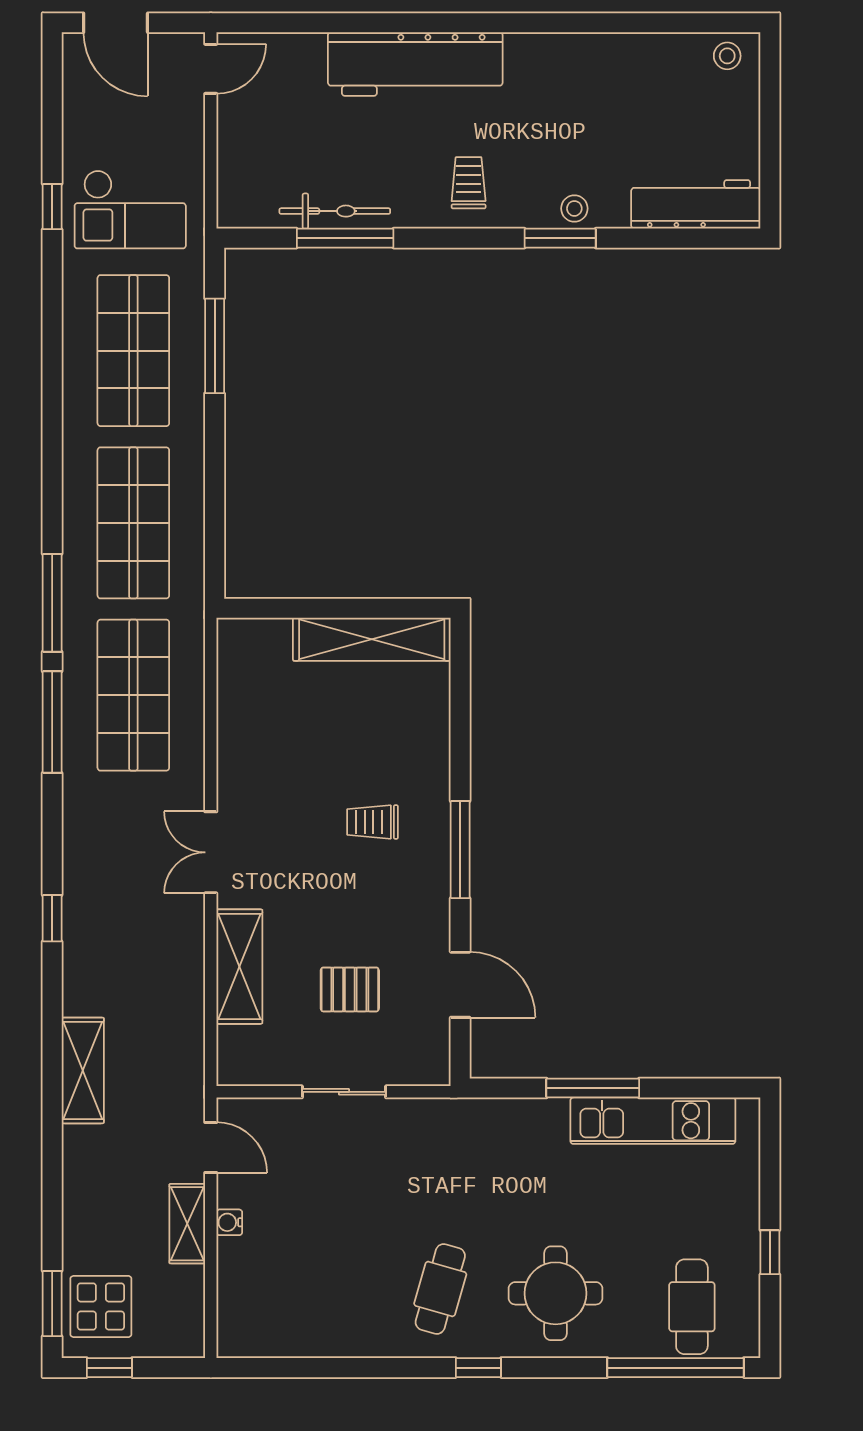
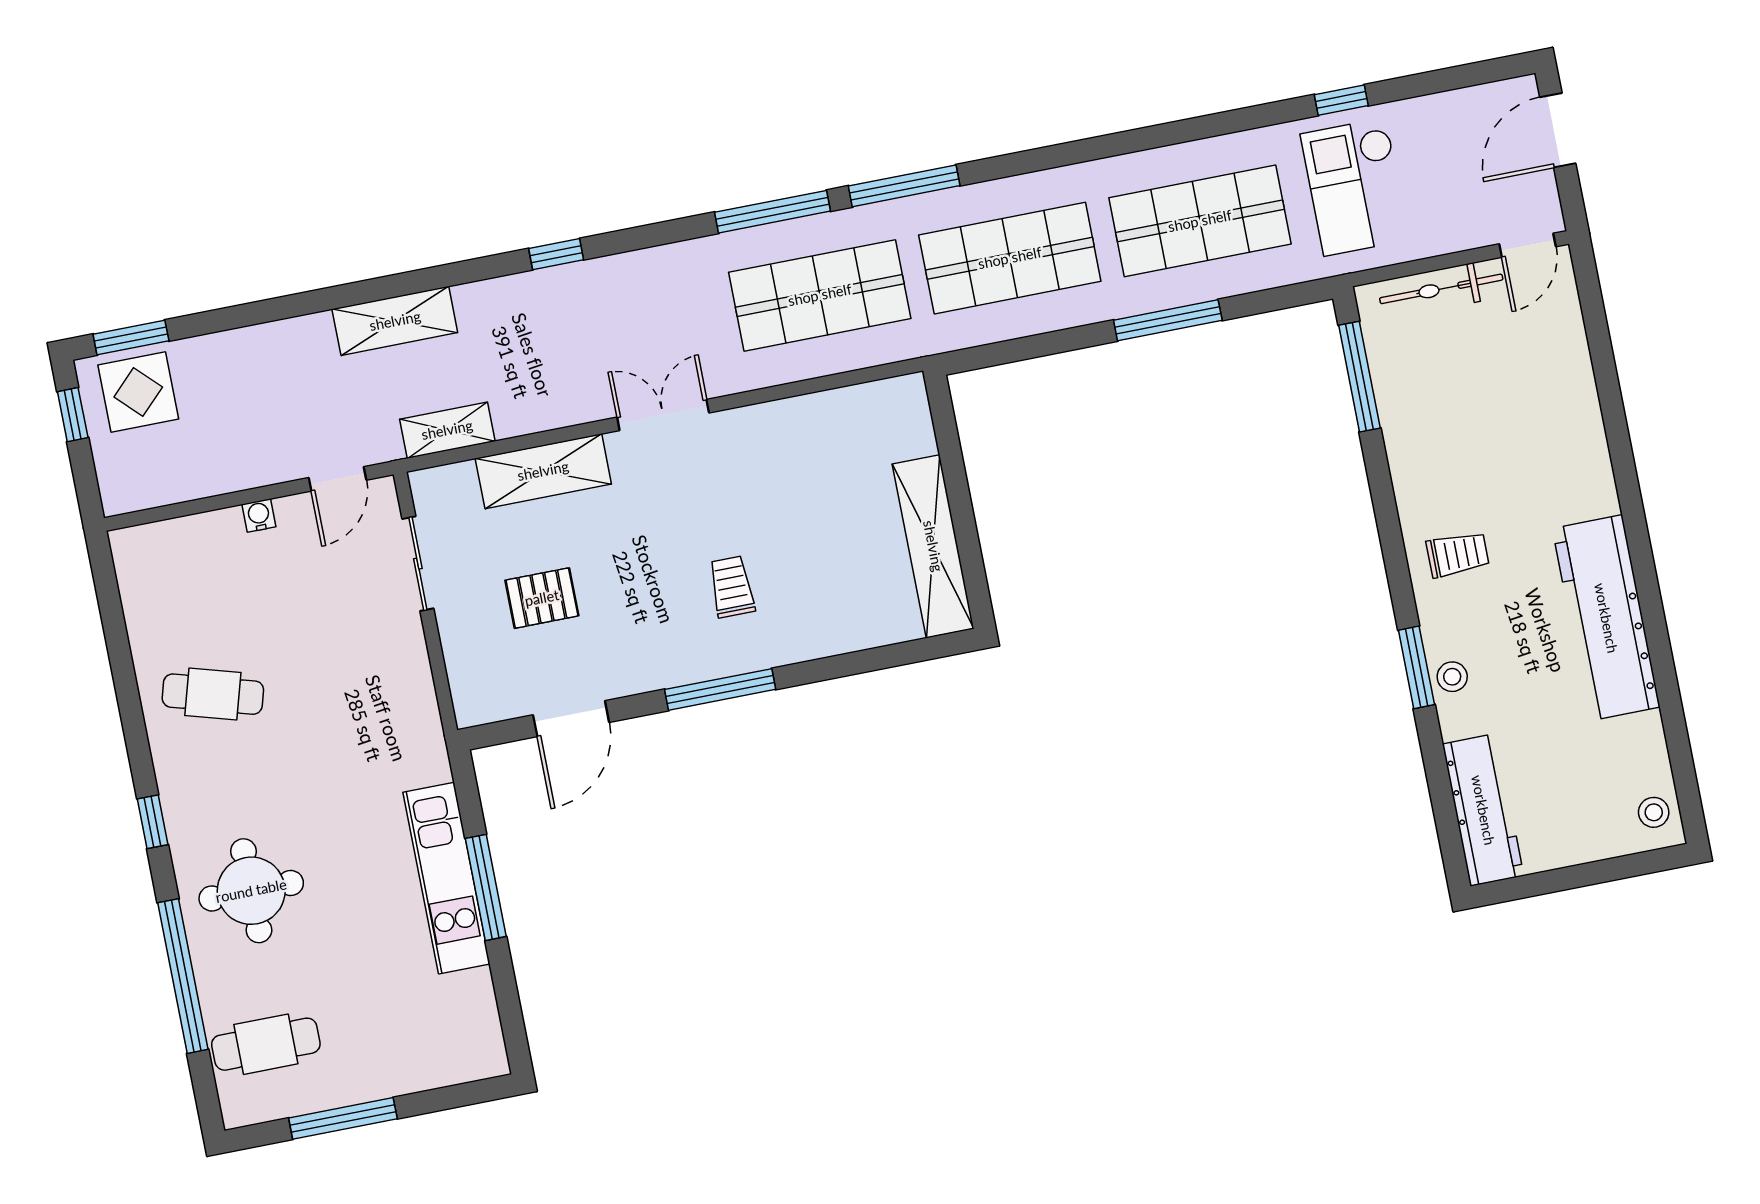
workbench: (415, 64) -> (1606, 618), moved
door: (211, 69) -> (1527, 245), hinge flipped
bicycle: (335, 211) -> (1441, 289), moved, turned 90
window: (345, 238) -> (1359, 377), moved
window: (215, 346) -> (1168, 320), moved
pallet: (350, 989) -> (542, 598), turned 90
sliding door: (344, 1092) -> (418, 564), moved
kitchen unit: (653, 1121) -> (446, 878), moved
shelving: (187, 1224) -> (447, 430), moved
window: (770, 1252) -> (343, 1118), width x2.17
cafe table: (440, 1289) -> (213, 694), moved
window: (676, 1368) -> (183, 976), moved

